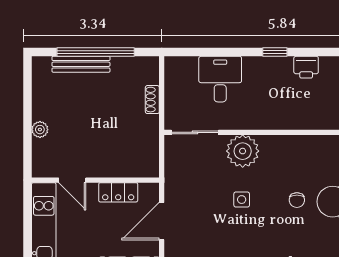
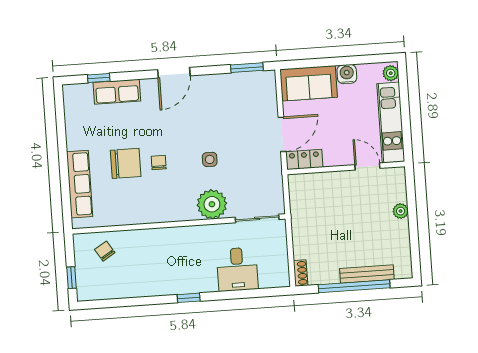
printer: (306, 67) -> (159, 286), removed
shoe rack: (152, 100) -> (301, 273), moved
locker: (118, 192) -> (304, 160), moved

